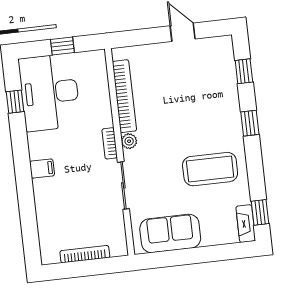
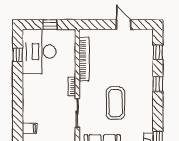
plant: (129, 141) -> (84, 87), removed
filing cabinet: (42, 169) -> (29, 128), moved
coffee table: (210, 169) -> (115, 103), moved, turned 90

